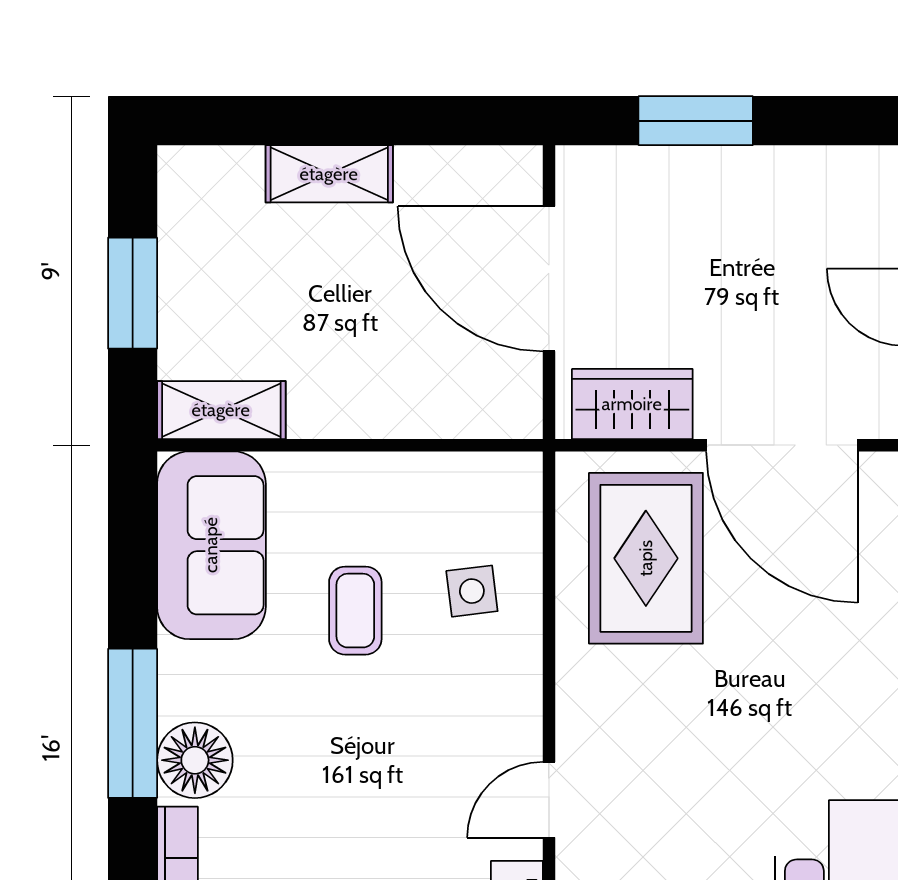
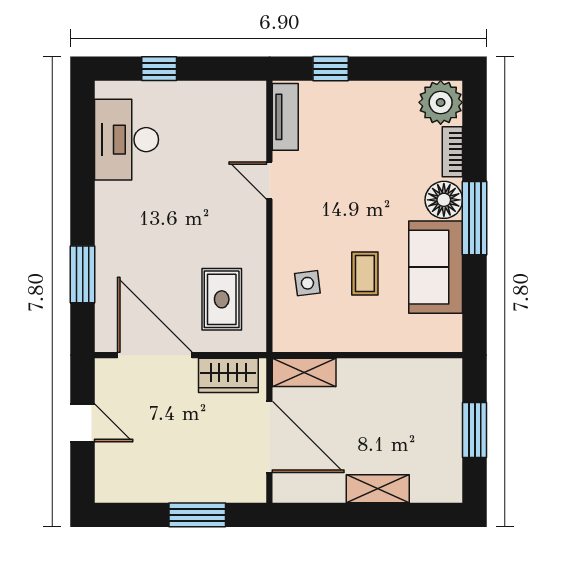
shelving: (221, 410) -> (304, 372), moved
sofa: (211, 545) -> (436, 267), moved
rug: (646, 558) -> (222, 299), width x0.73, depth x0.70
door: (549, 800) -> (269, 180), swing flipped

